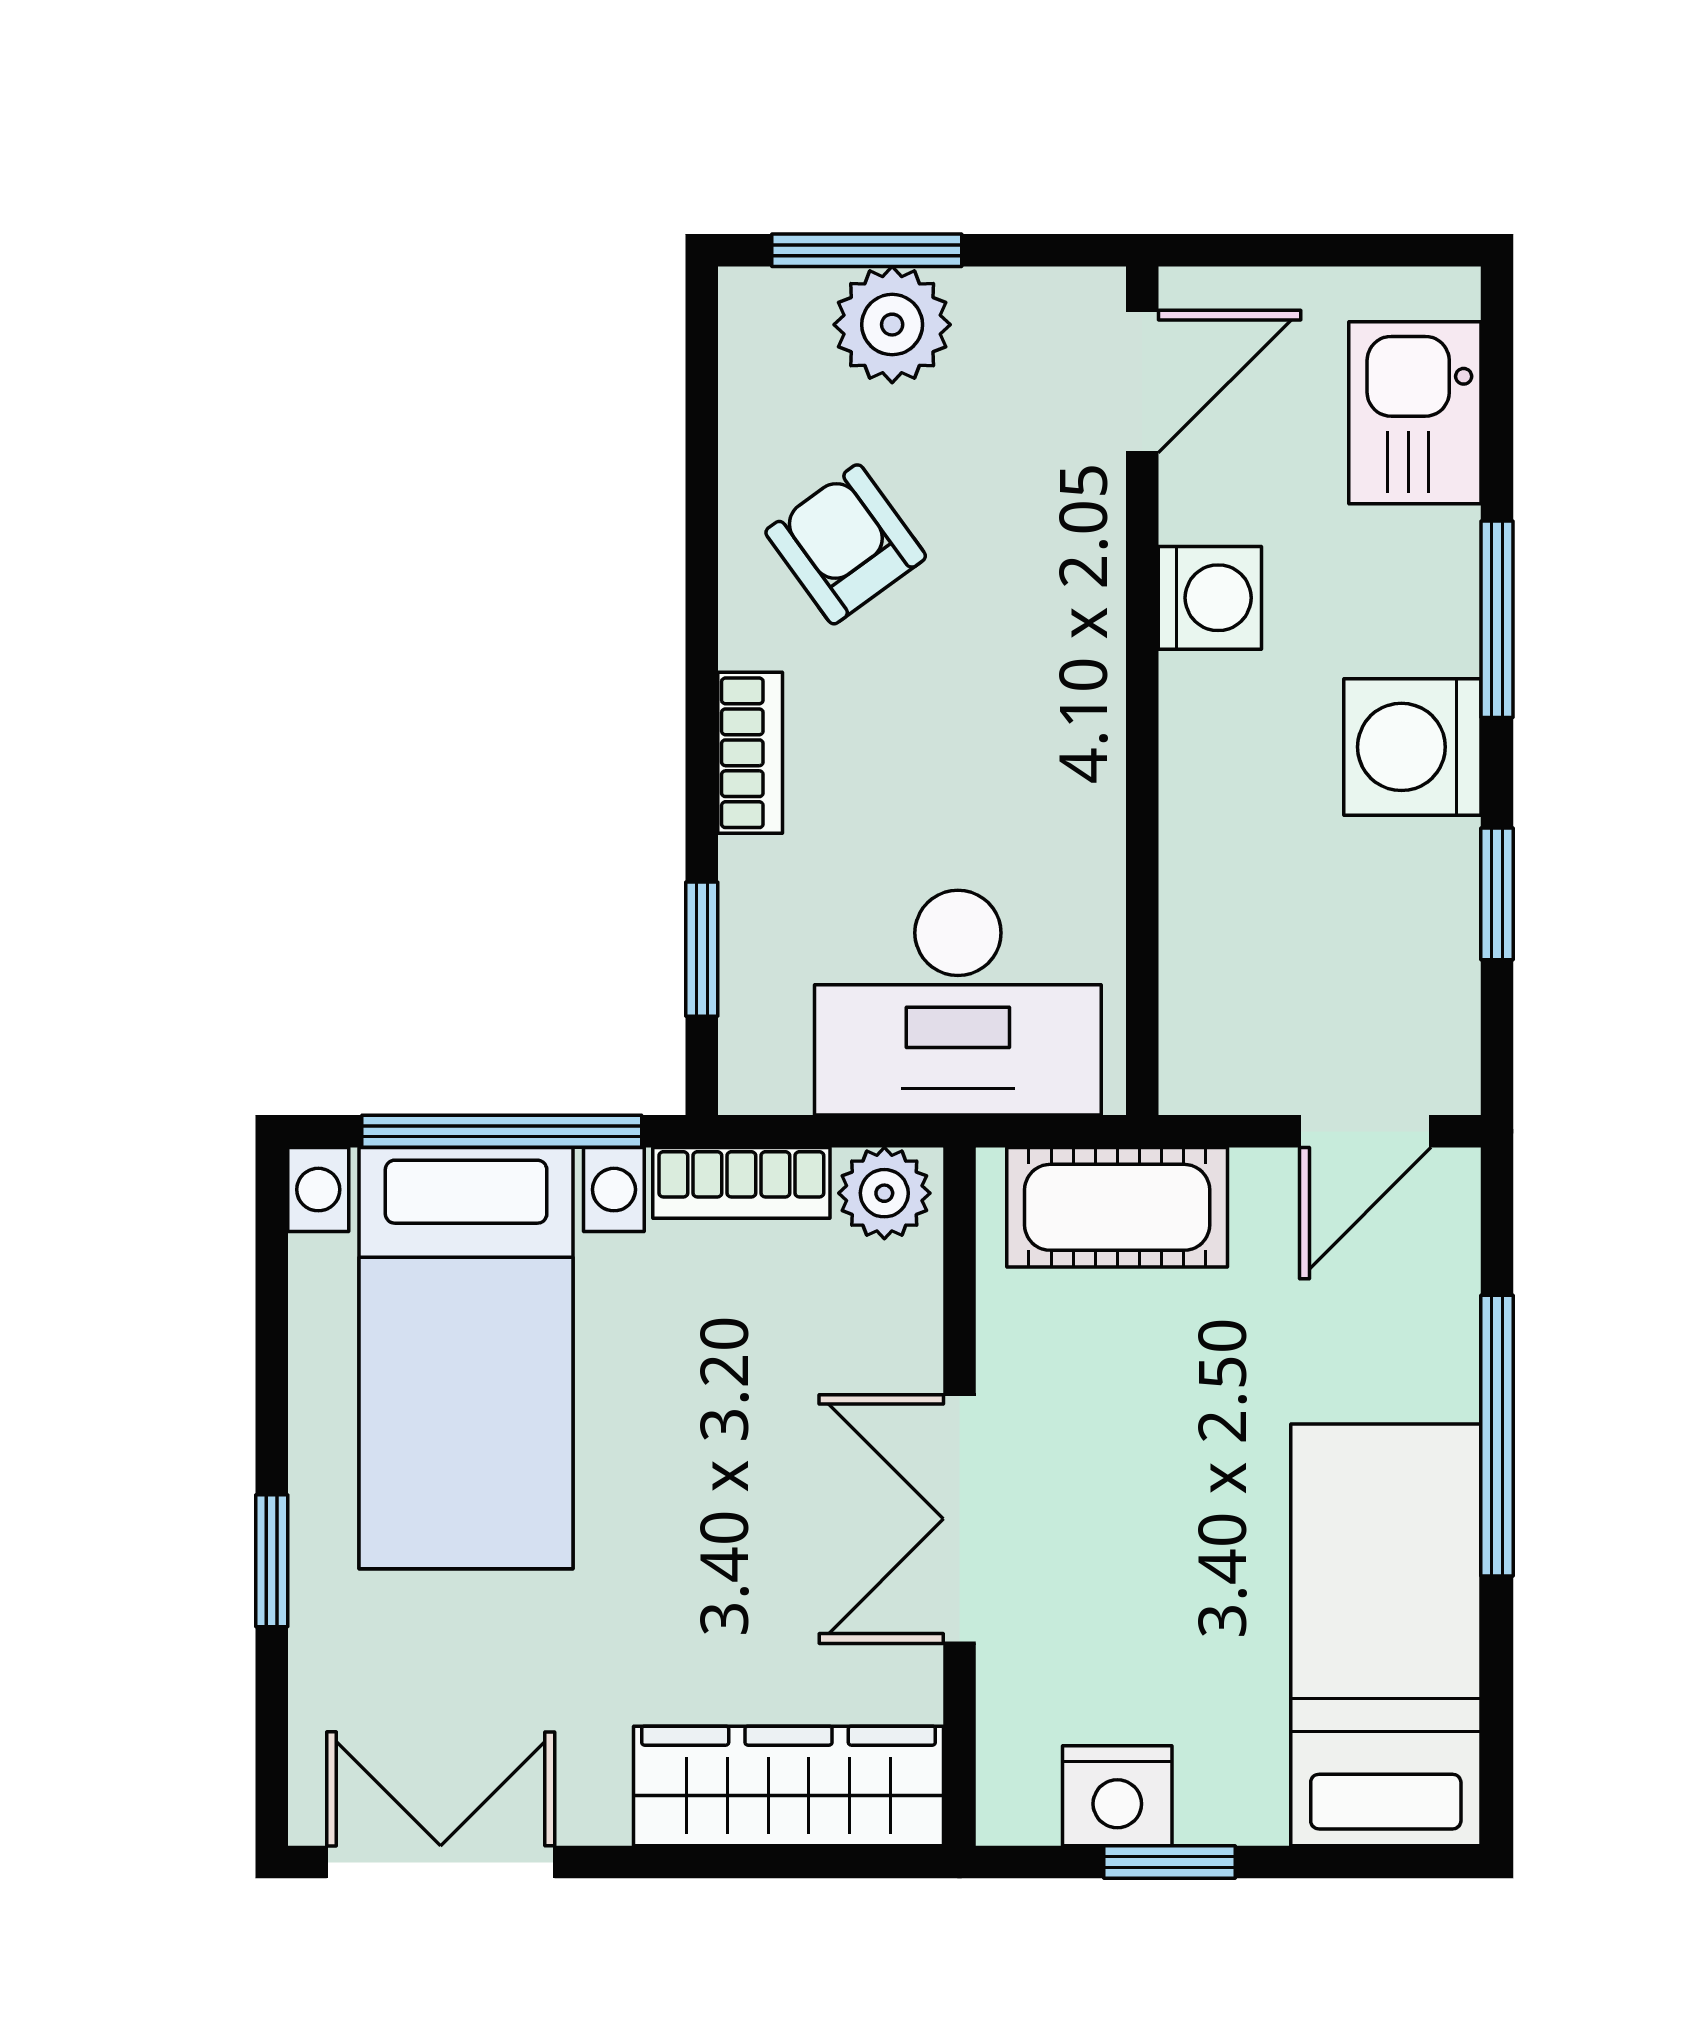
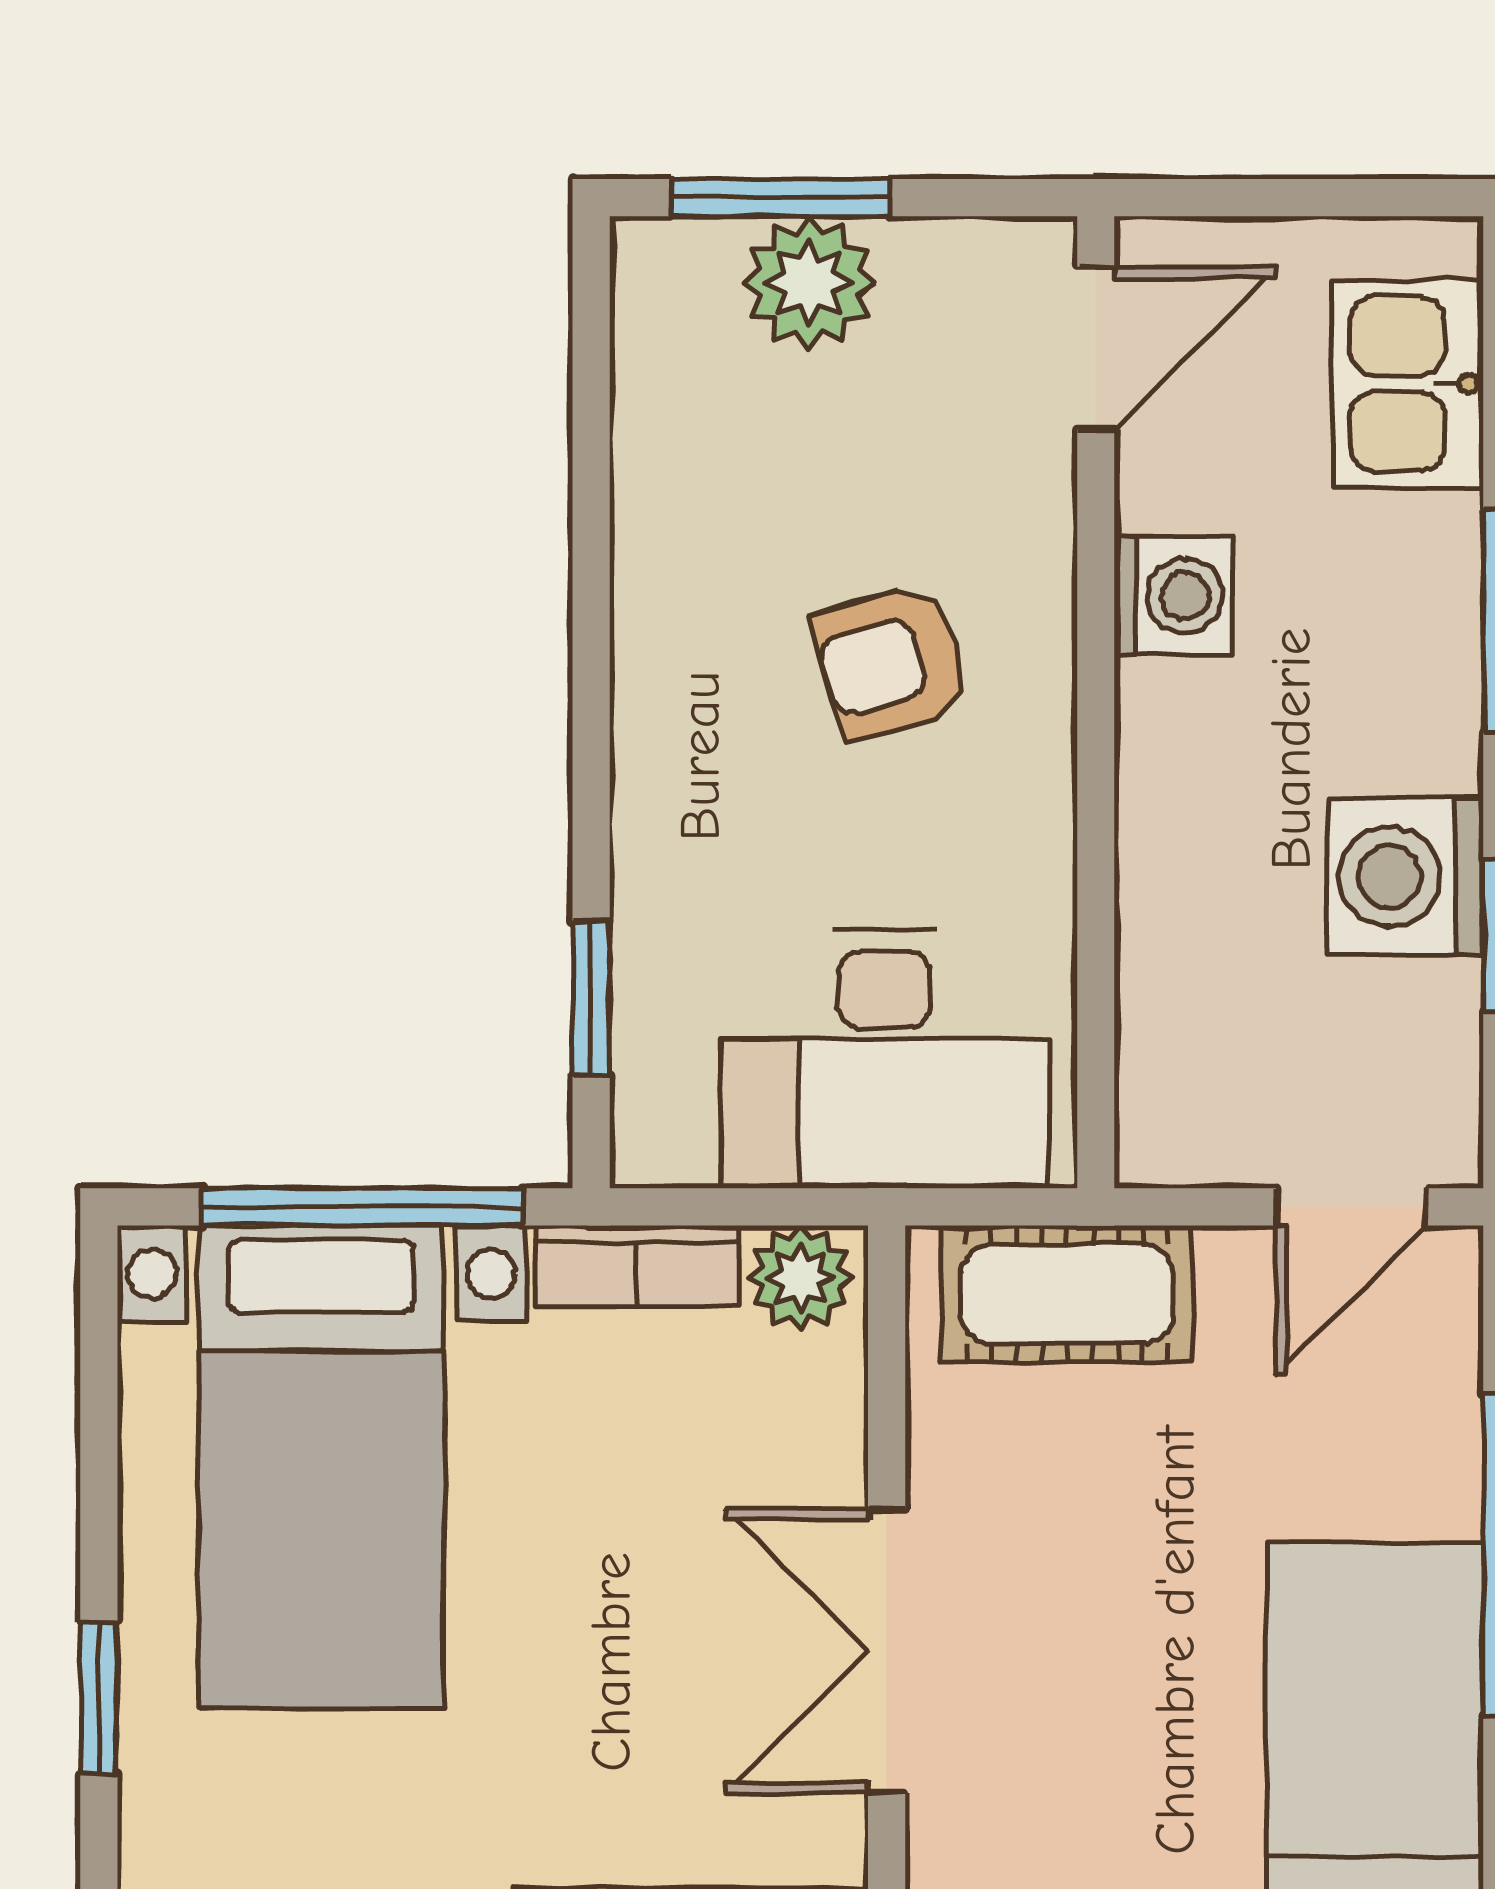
armchair: (846, 544) -> (891, 662), moved, turned -70
washing machine: (1412, 747) -> (1405, 877), moved
bookcase: (750, 753) -> (647, 773), removed

